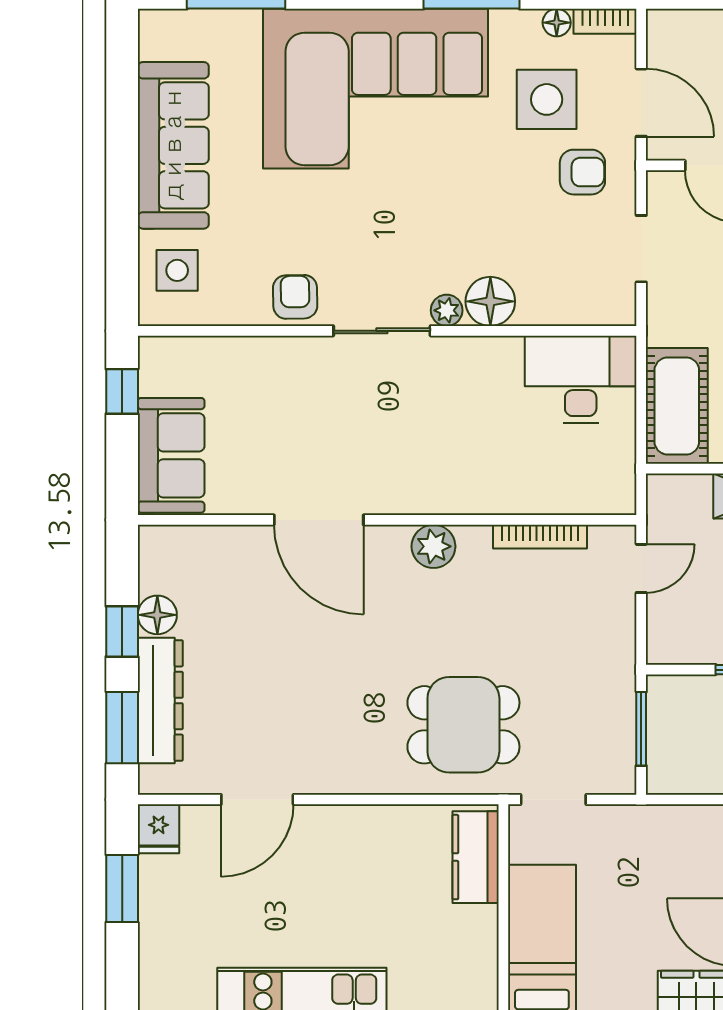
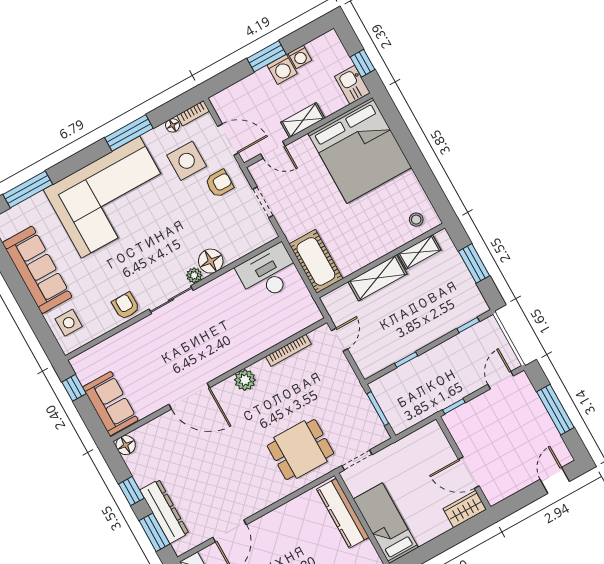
floor lamp: (157, 615) -> (126, 445), moved
kitchen counter: (476, 857) -> (343, 513), width x1.50

